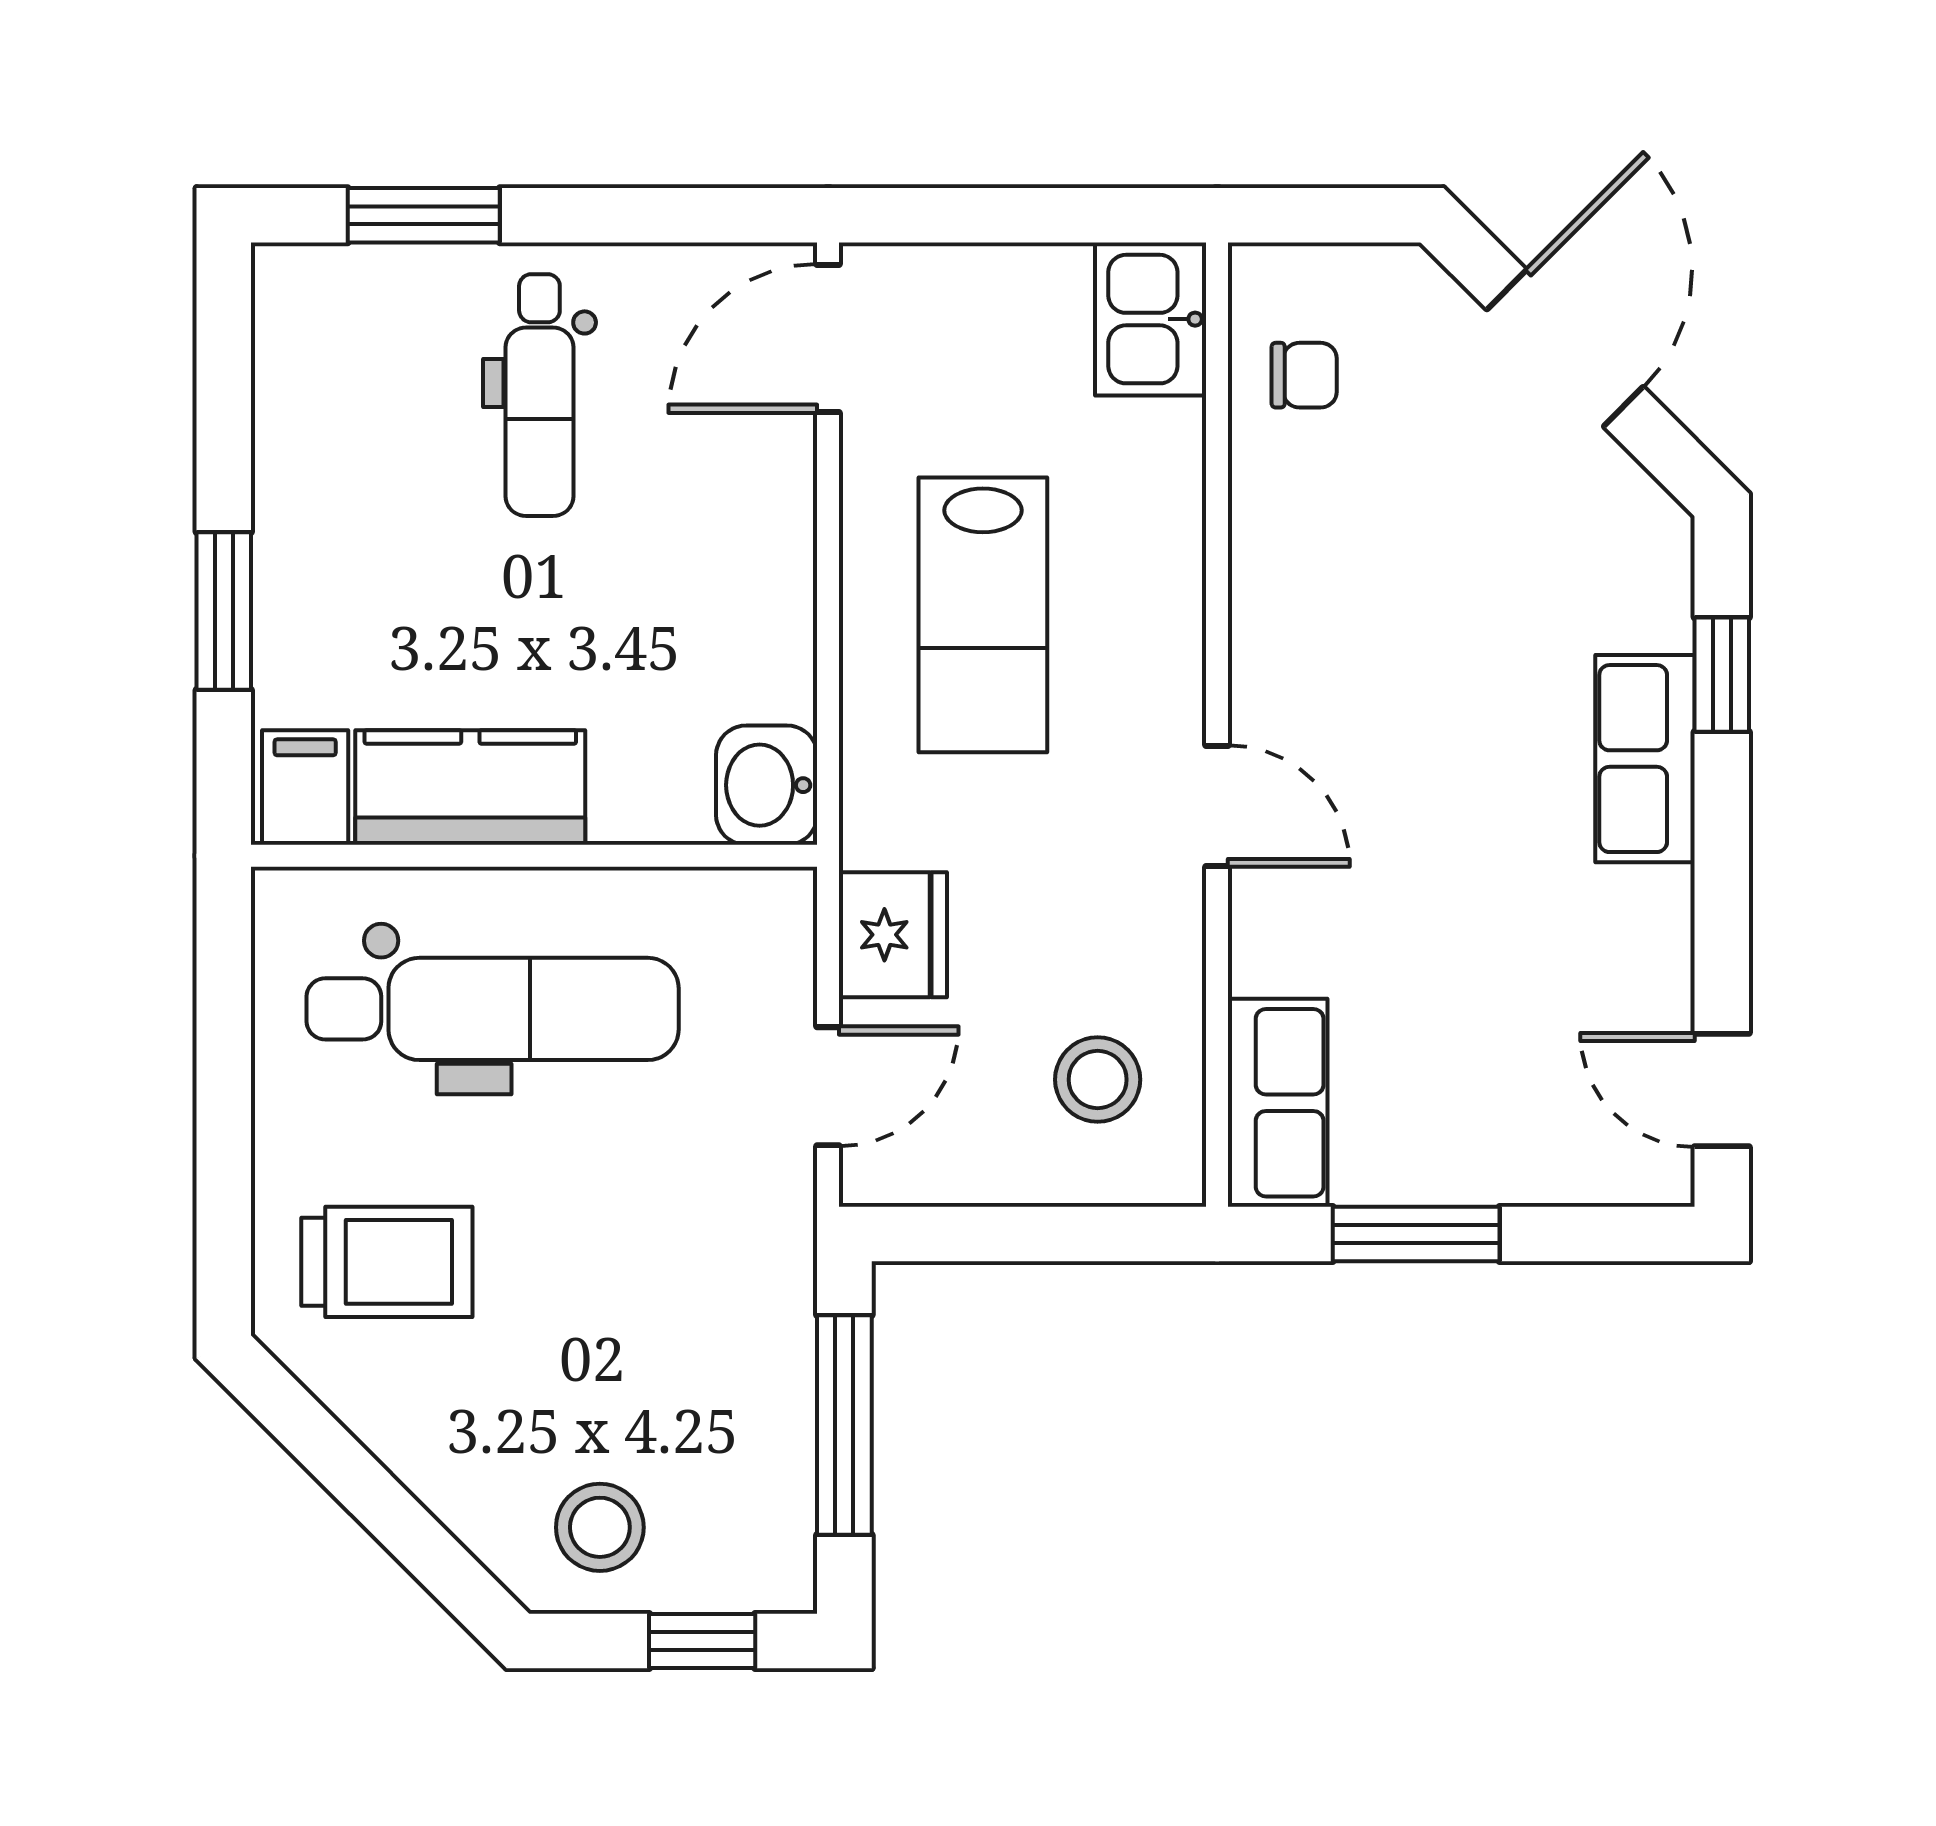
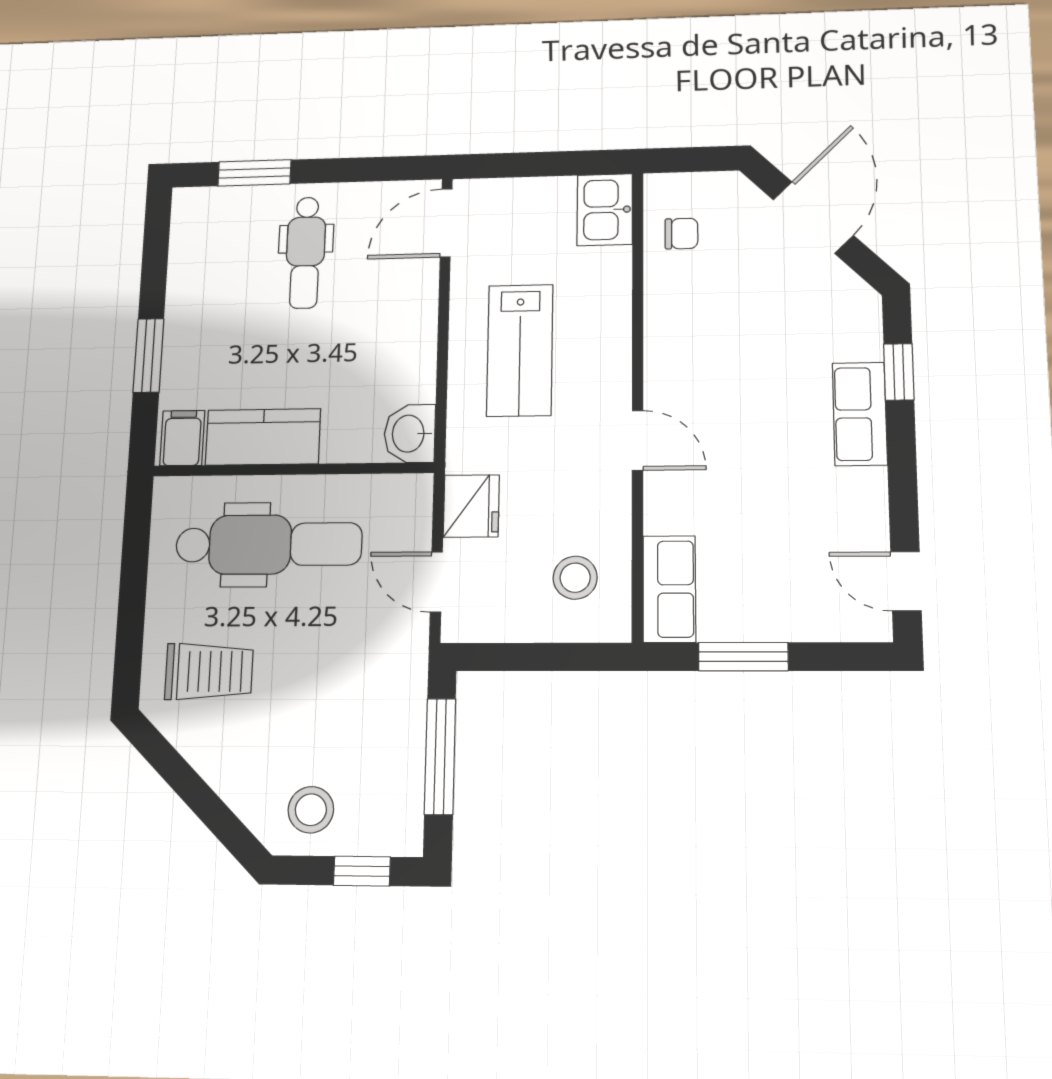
door: (828, 1086) -> (436, 582), swing flipped

